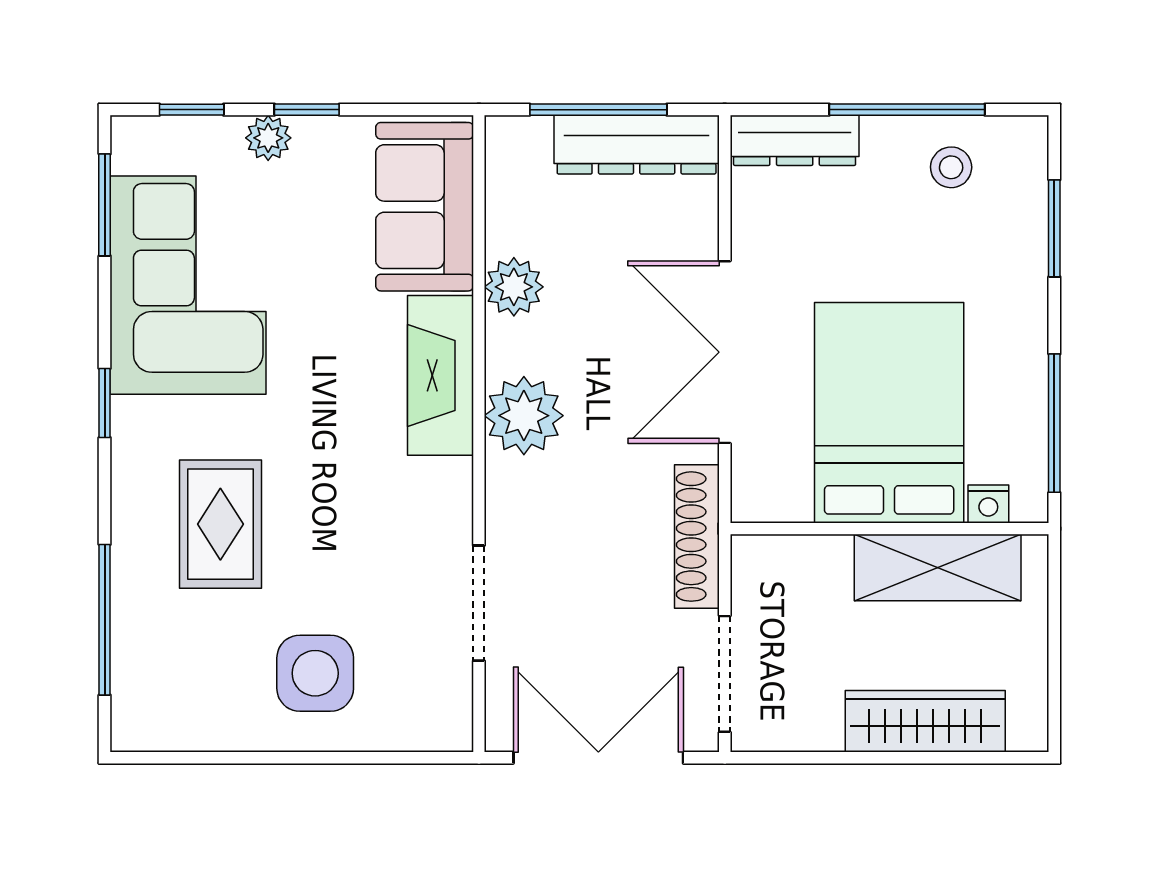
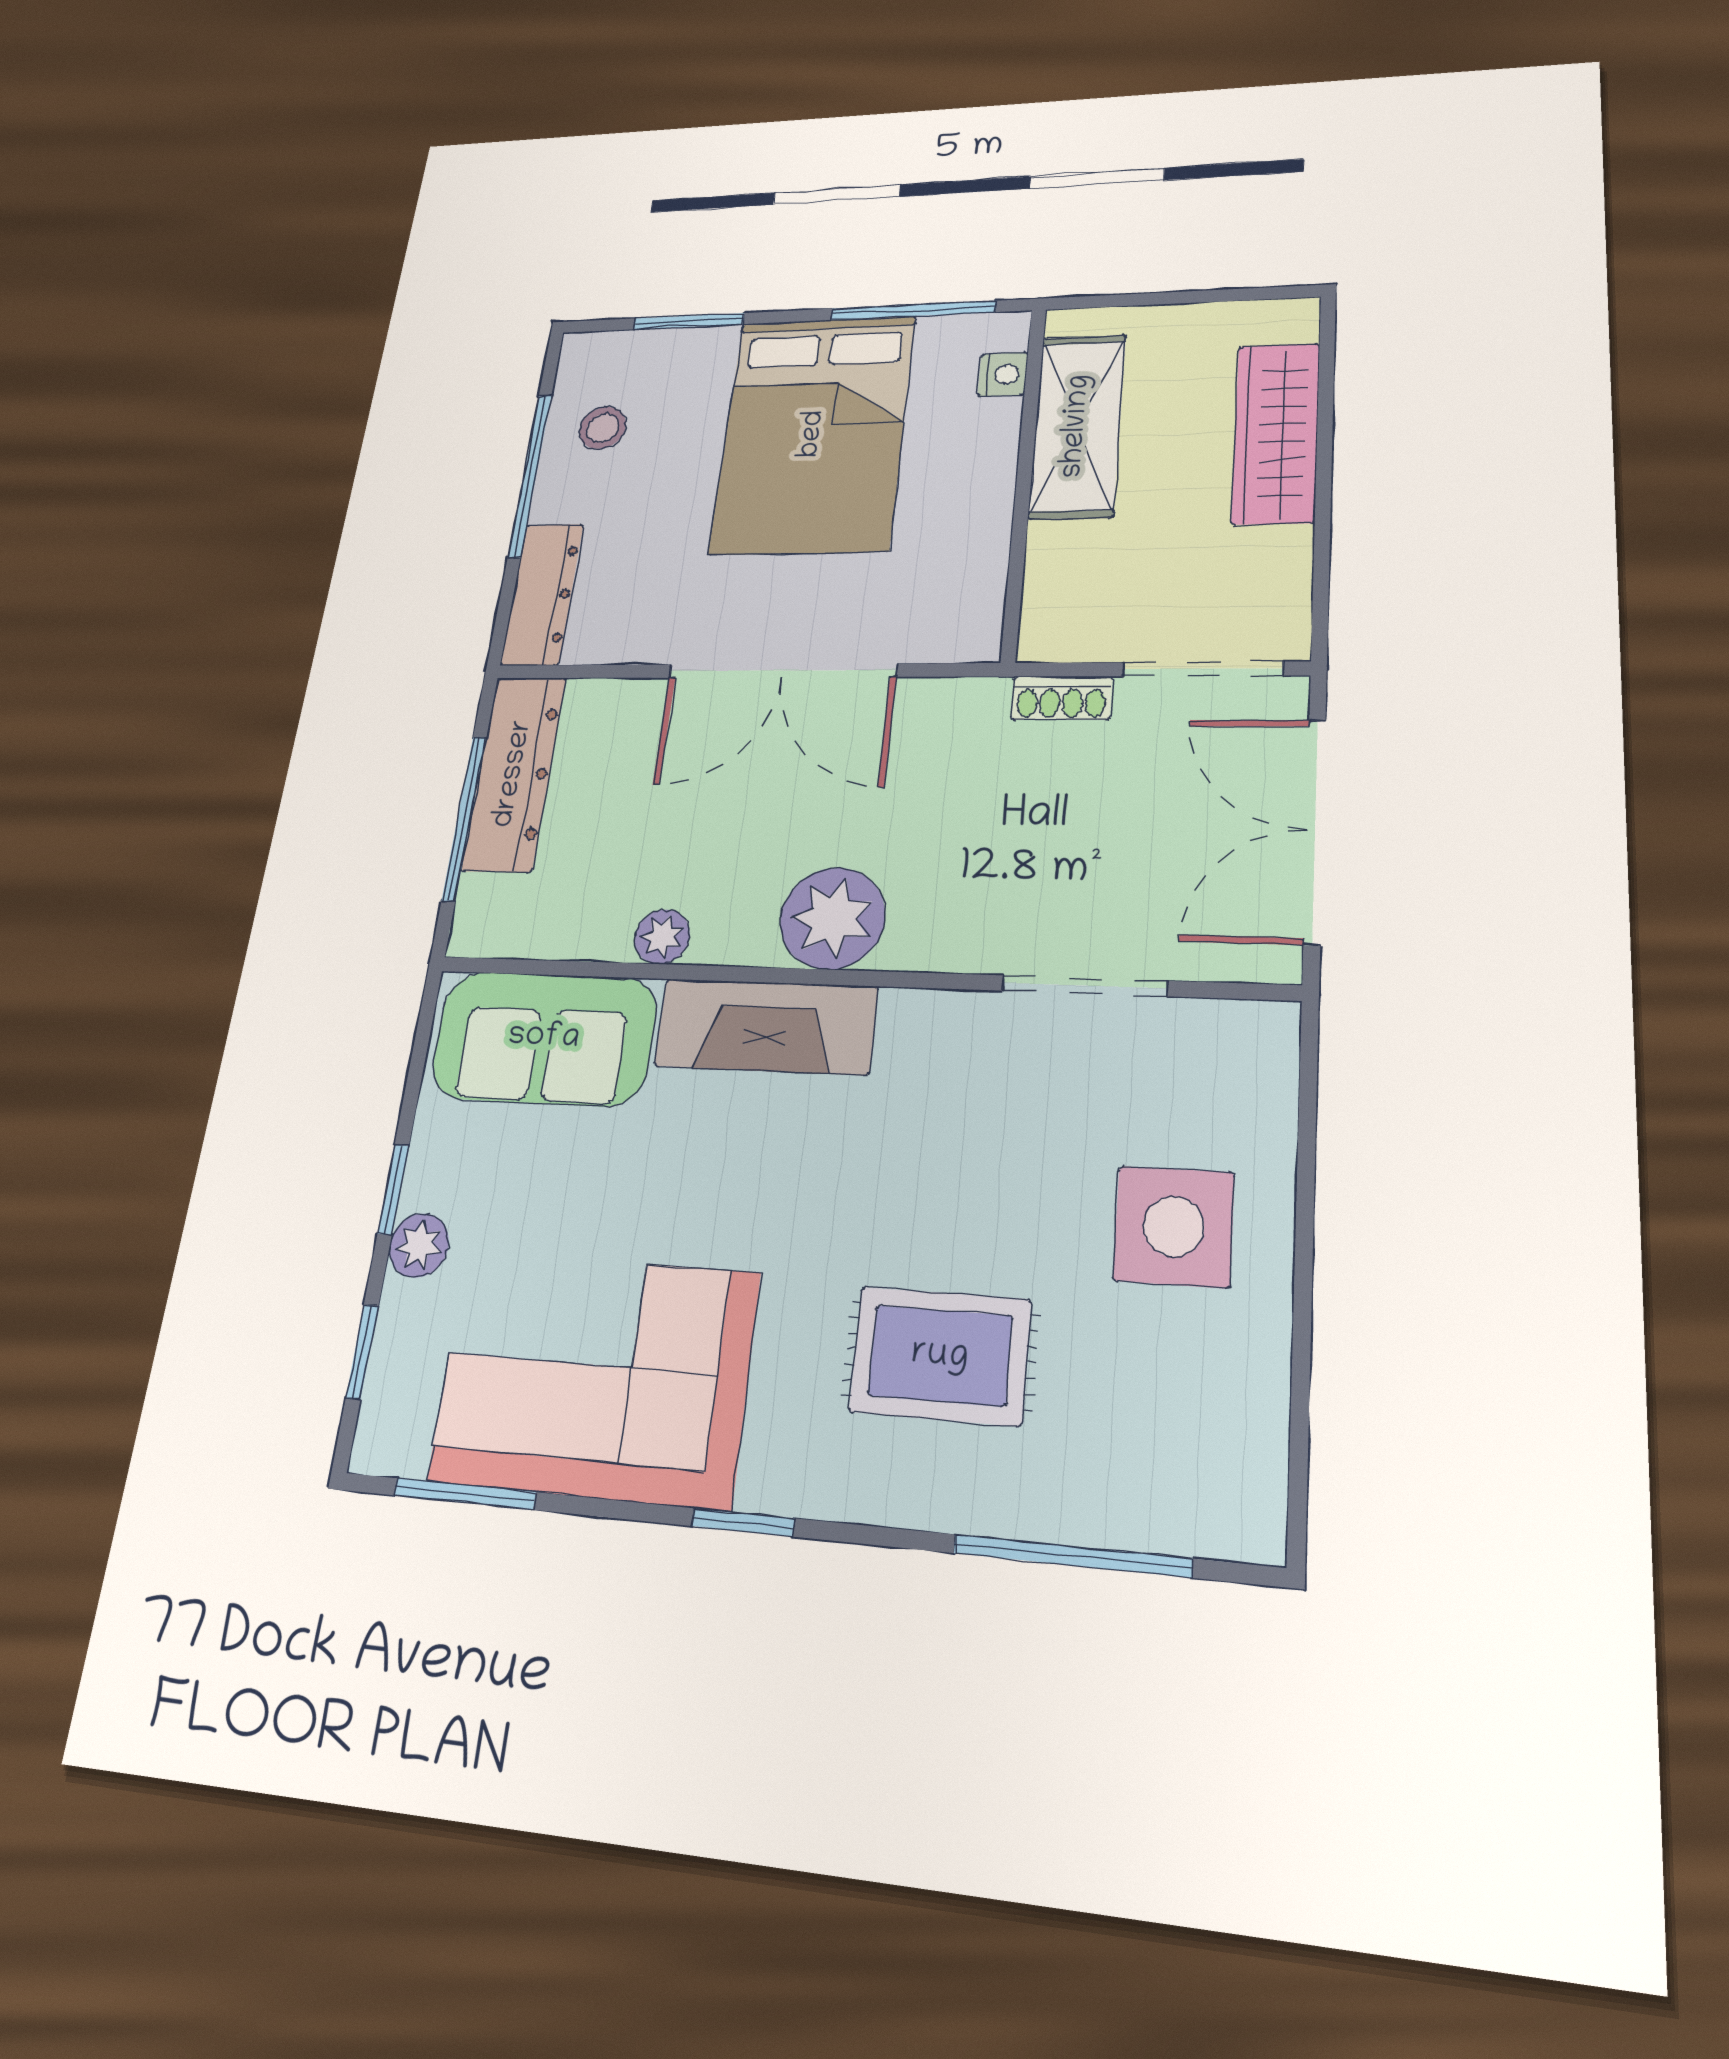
plant: (514, 287) -> (662, 937), width x0.73, depth x0.73
bed: (889, 413) -> (813, 434), moved, turned -90
shoe rack: (697, 537) -> (1061, 698), width x0.51, depth x0.81

